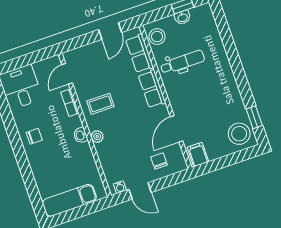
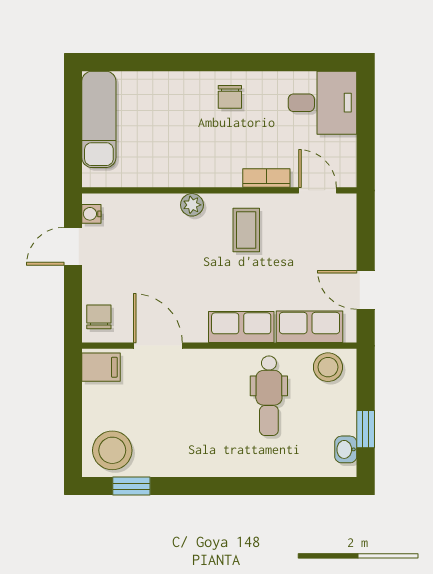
washbasin: (183, 17) -> (346, 449), moved
washbasin: (80, 135) -> (204, 177), removed
chair: (159, 161) -> (99, 317), moved, turned -90

